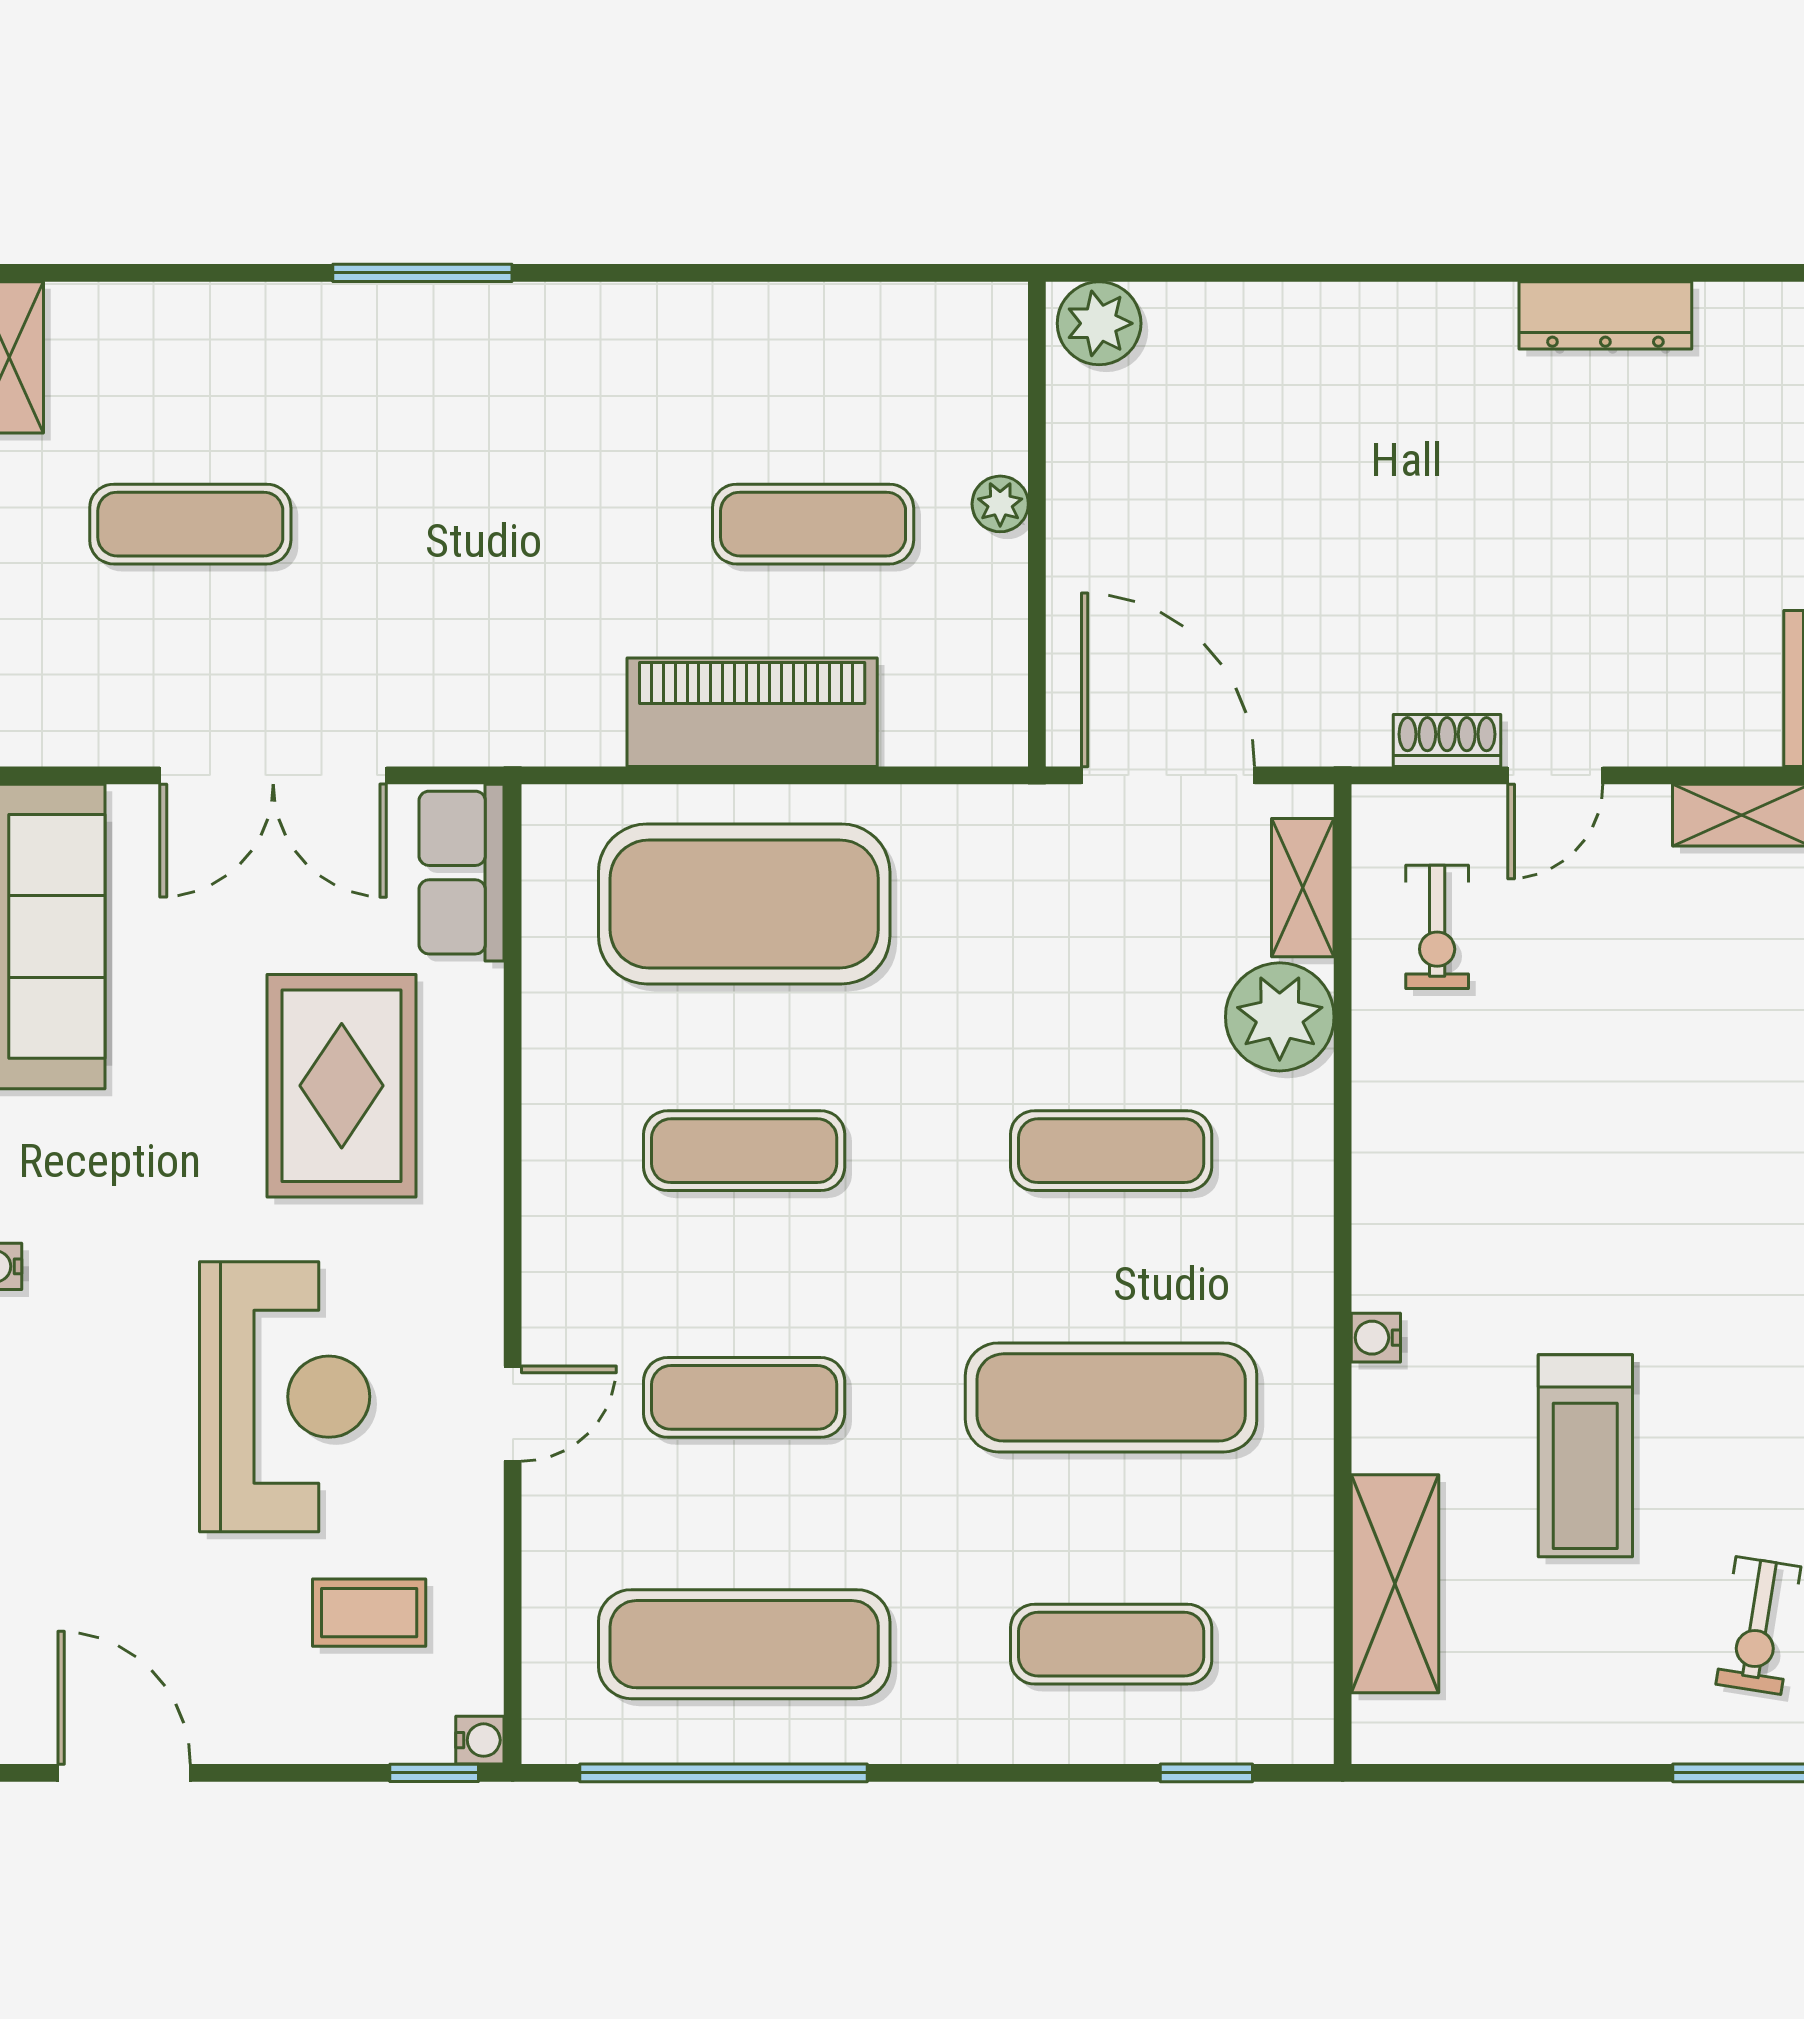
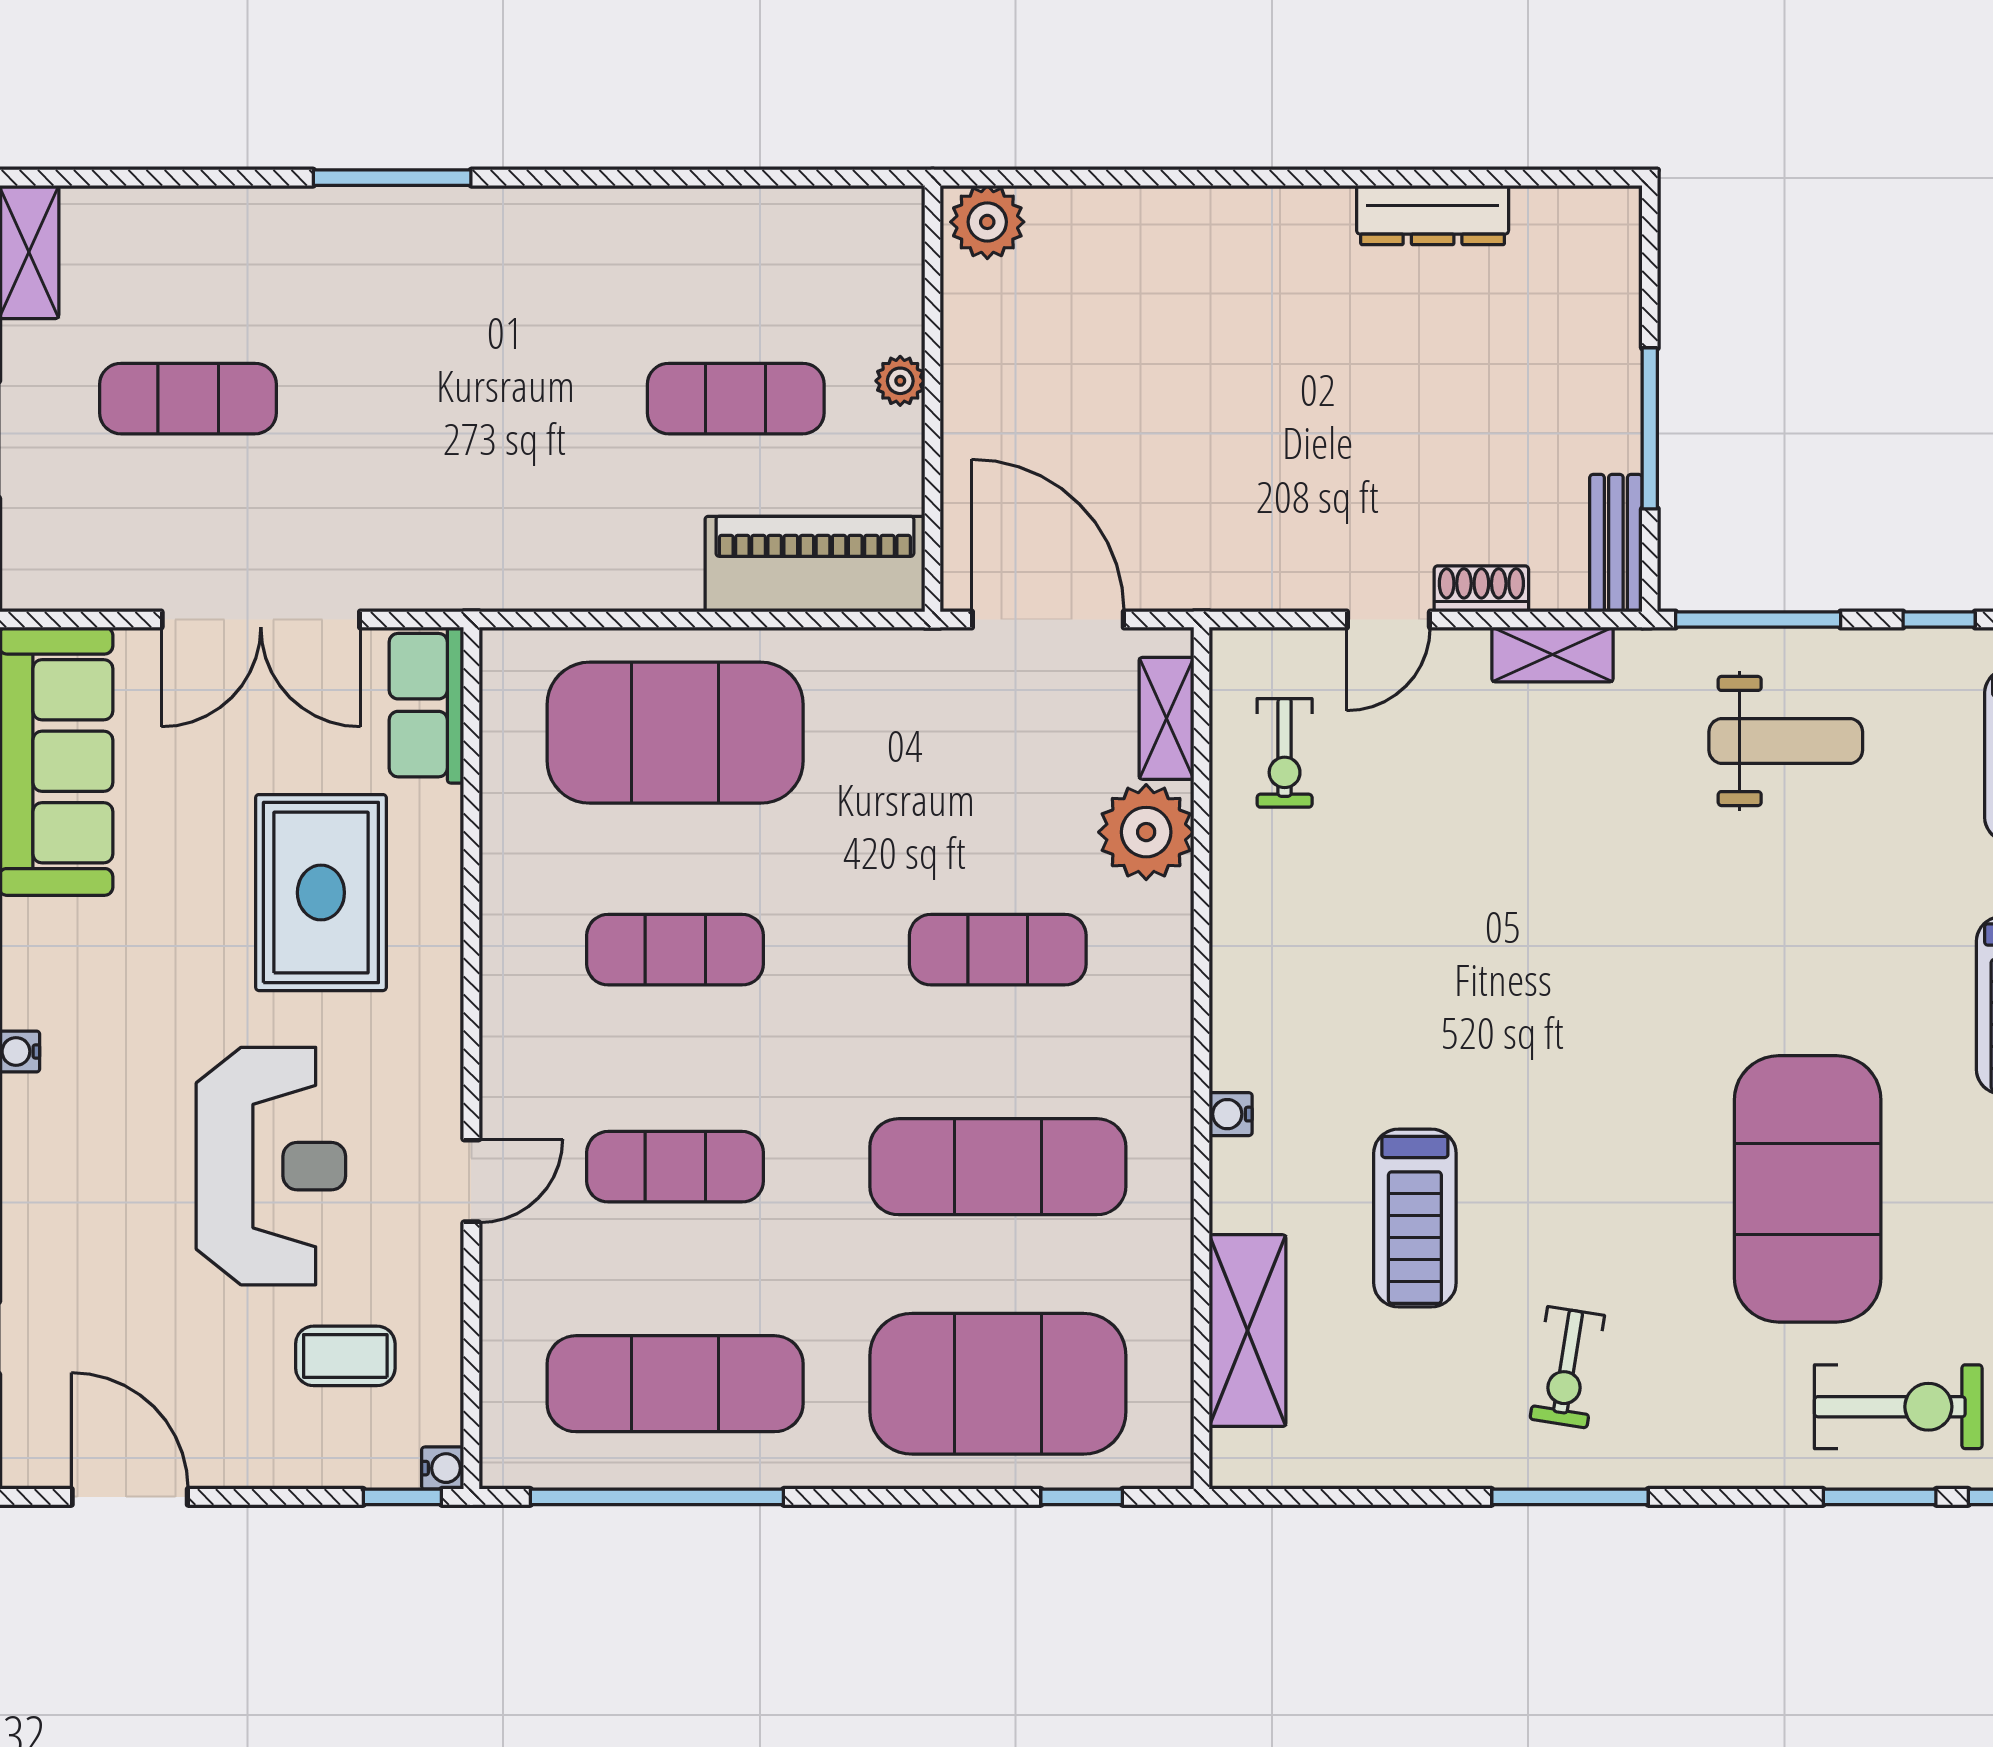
piano: (752, 712) -> (815, 564), moved
shoe rack: (1447, 740) -> (1481, 589), moved
exercise mat: (1111, 1644) -> (998, 1384), width x2.00, depth x1.45

